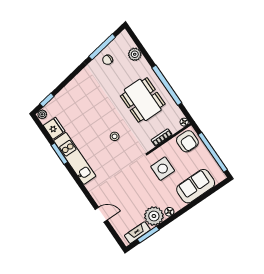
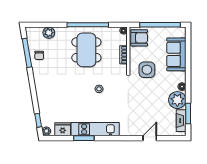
dining table: (143, 100) -> (86, 50), turned 90

